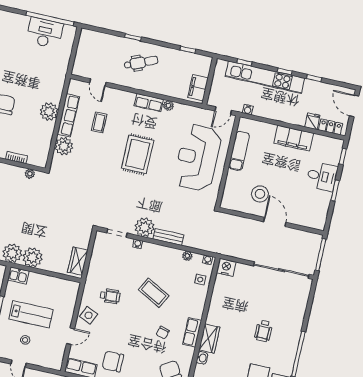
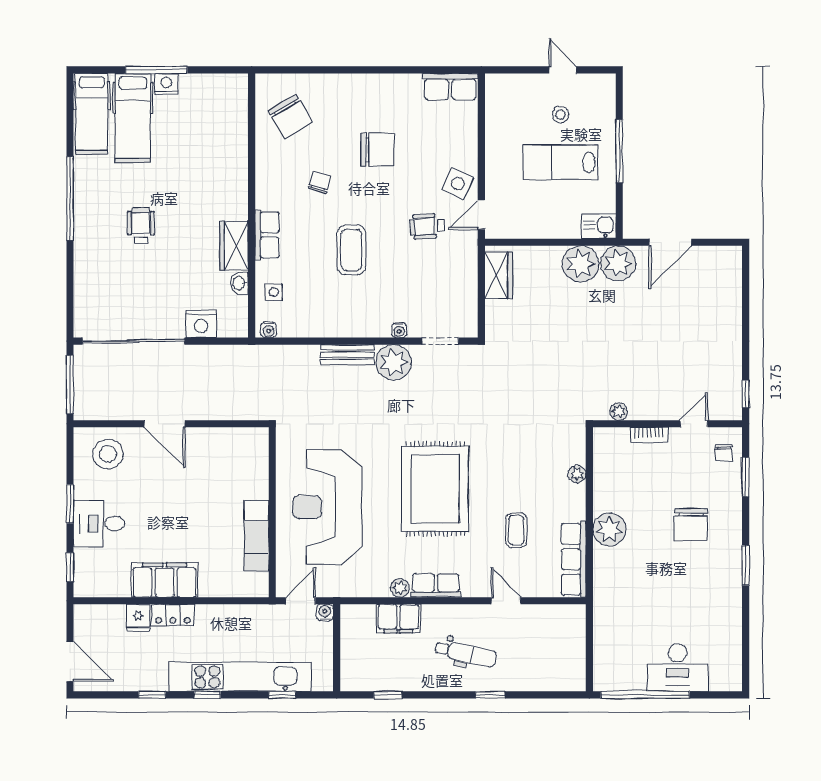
desk: (45, 33) -> (678, 668), moved
dental chair: (141, 63) -> (466, 653), turned -145
door: (98, 82) -> (506, 601), moved
filing cabinet: (198, 88) -> (398, 619), moved, turned 90
water cooler: (248, 110) -> (325, 613), moved
row of seats: (68, 115) -> (574, 559), moved
locker: (331, 127) -> (173, 615), moved
plant: (64, 146) -> (577, 474), width x0.53, depth x0.53
rug: (138, 154) -> (435, 489), width x1.37, depth x1.44
reception desk: (198, 158) -> (327, 507), turned 180
stool: (260, 194) -> (108, 454), moved
plant: (187, 256) -> (306, 329), removed
nightstand: (226, 267) -> (201, 324), moved
coffee table: (154, 293) -> (351, 250), turned 62
row of seats: (192, 332) -> (267, 235), moved
door: (71, 336) -> (481, 215), moved
wardrobe: (209, 339) -> (234, 246), moved
washbasin: (202, 358) -> (239, 283), moved
chair: (113, 361) -> (378, 149), moved

